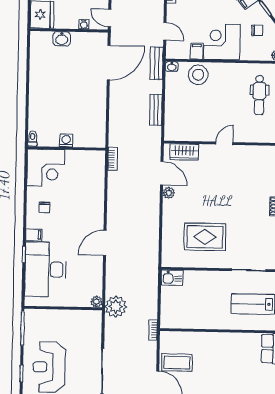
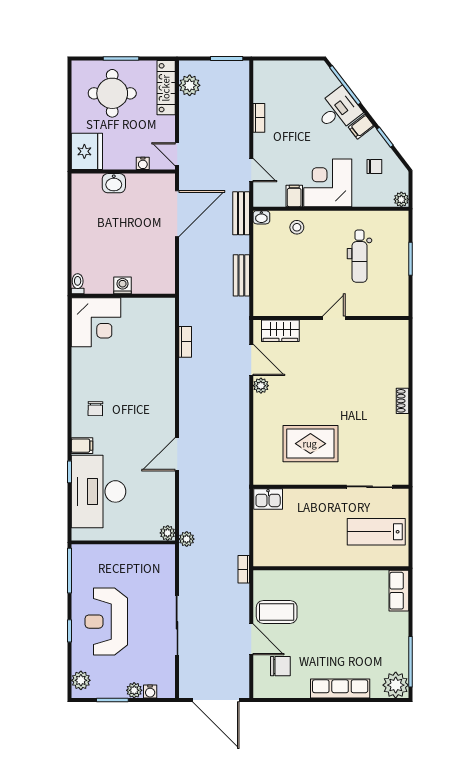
stool: (198, 75) -> (297, 227), width x0.53, depth x0.53
dental chair: (259, 95) -> (359, 256), moved
toilet: (33, 139) -> (78, 284), moved
washing machine: (66, 141) -> (123, 285), moved
wall: (67, 148) -> (123, 296), moved
corner desk: (46, 168) -> (96, 322), moved
plant: (116, 307) -> (187, 539), width x0.53, depth x0.53

